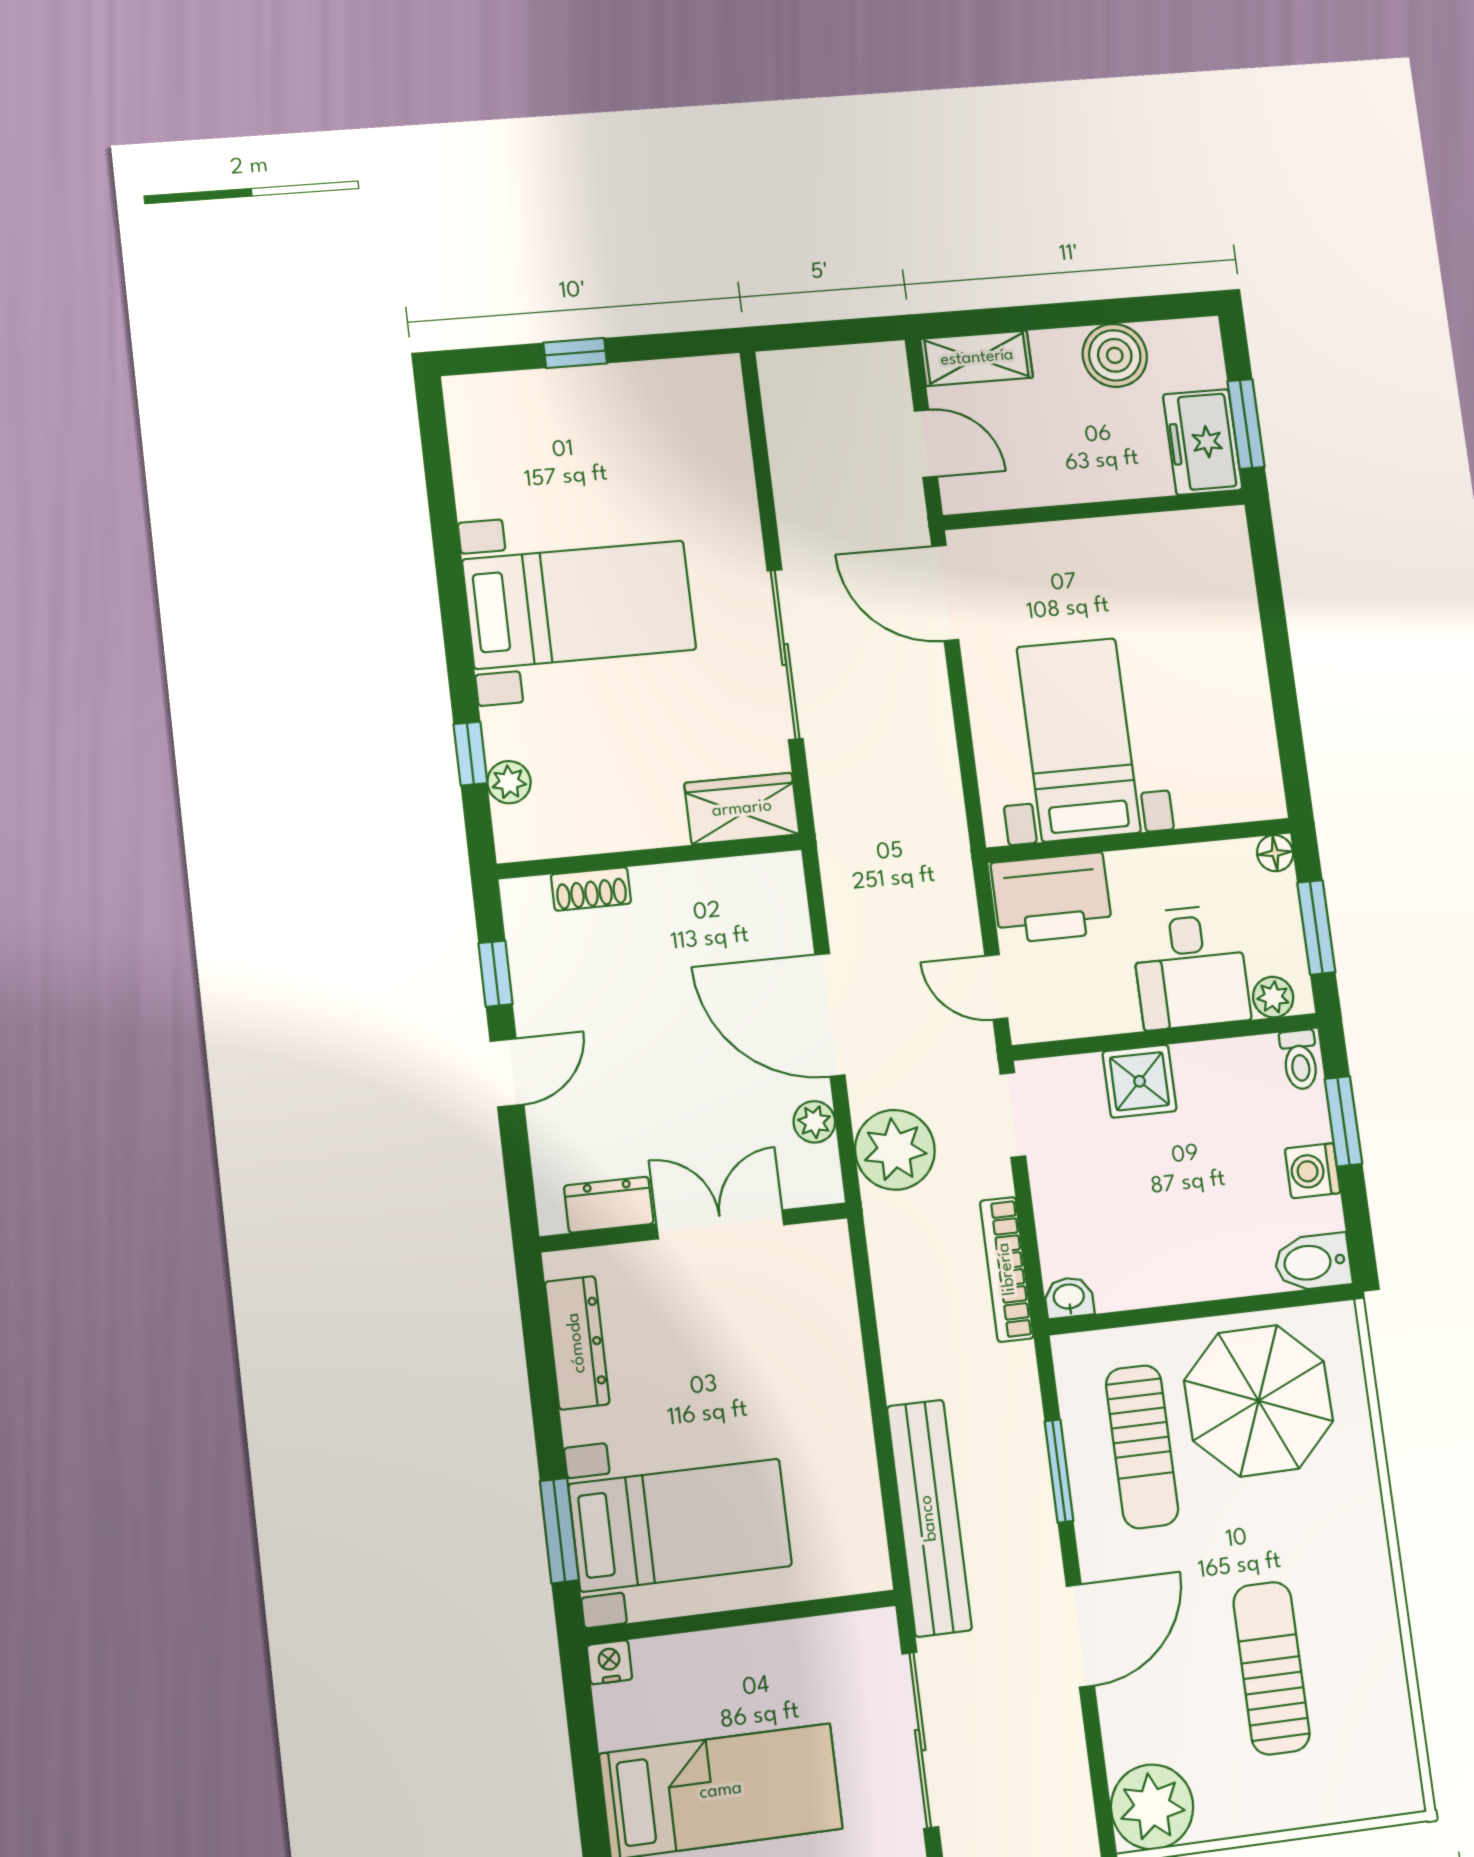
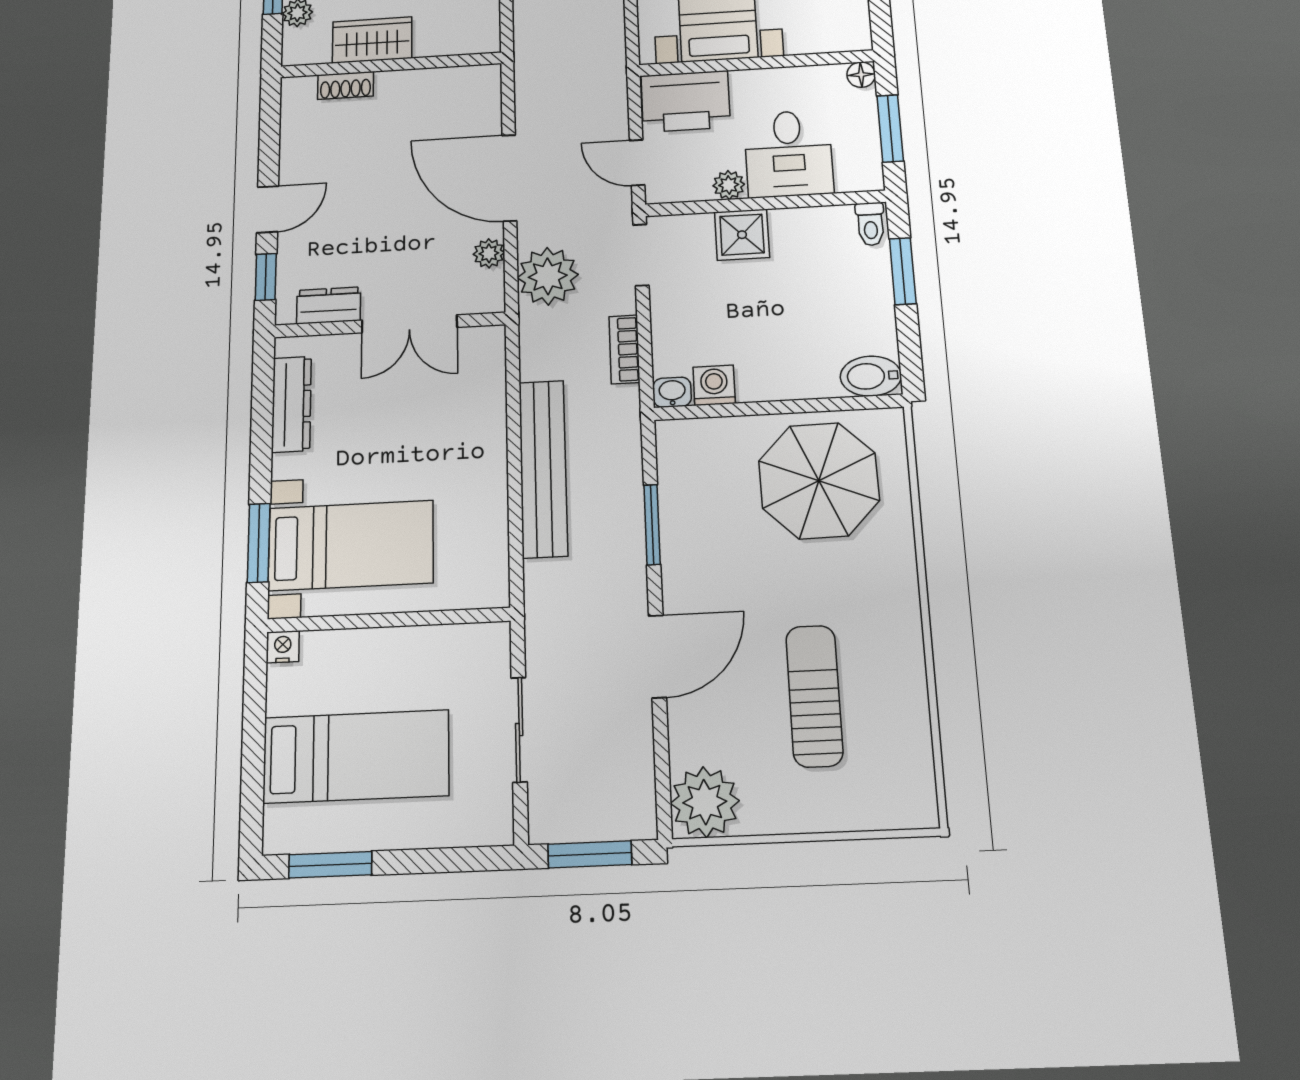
wardrobe: (742, 809) -> (372, 40), moved
window: (496, 974) -> (266, 277), moved
plant: (1273, 997) -> (729, 185), moved
washing machine: (1312, 1171) -> (714, 385), moved, turned 90
double door: (720, 1224) -> (409, 324), swing flipped
bookcase: (1007, 1269) -> (624, 349), width x0.64
sun lounger: (1142, 1447) -> (721, 510), removed
bench: (929, 1518) -> (543, 468), moved
sliding door: (920, 1740) -> (519, 730), width x0.73

